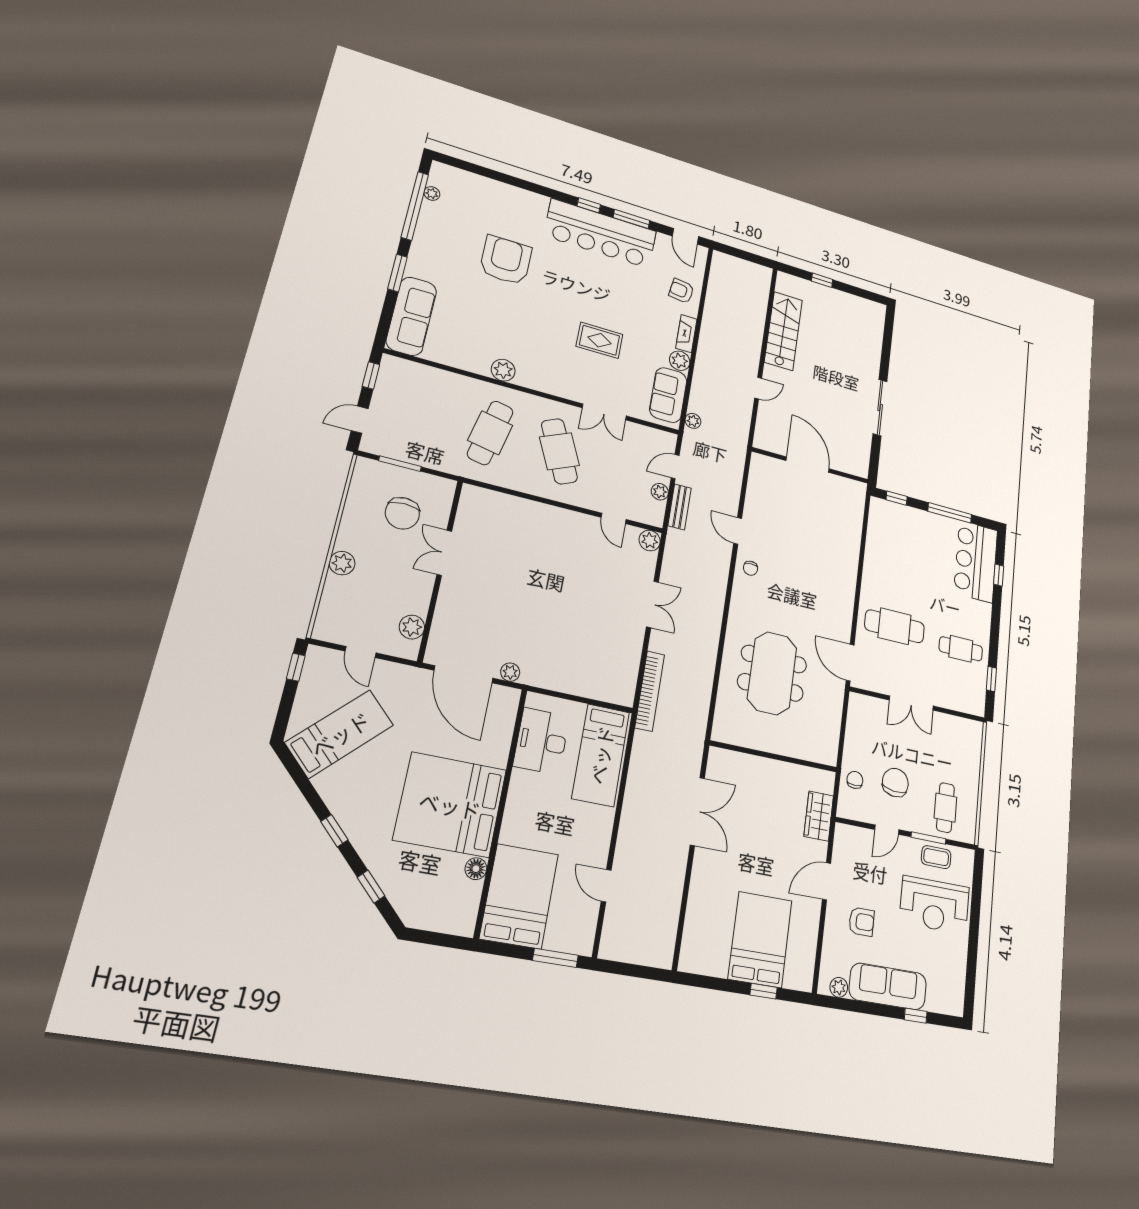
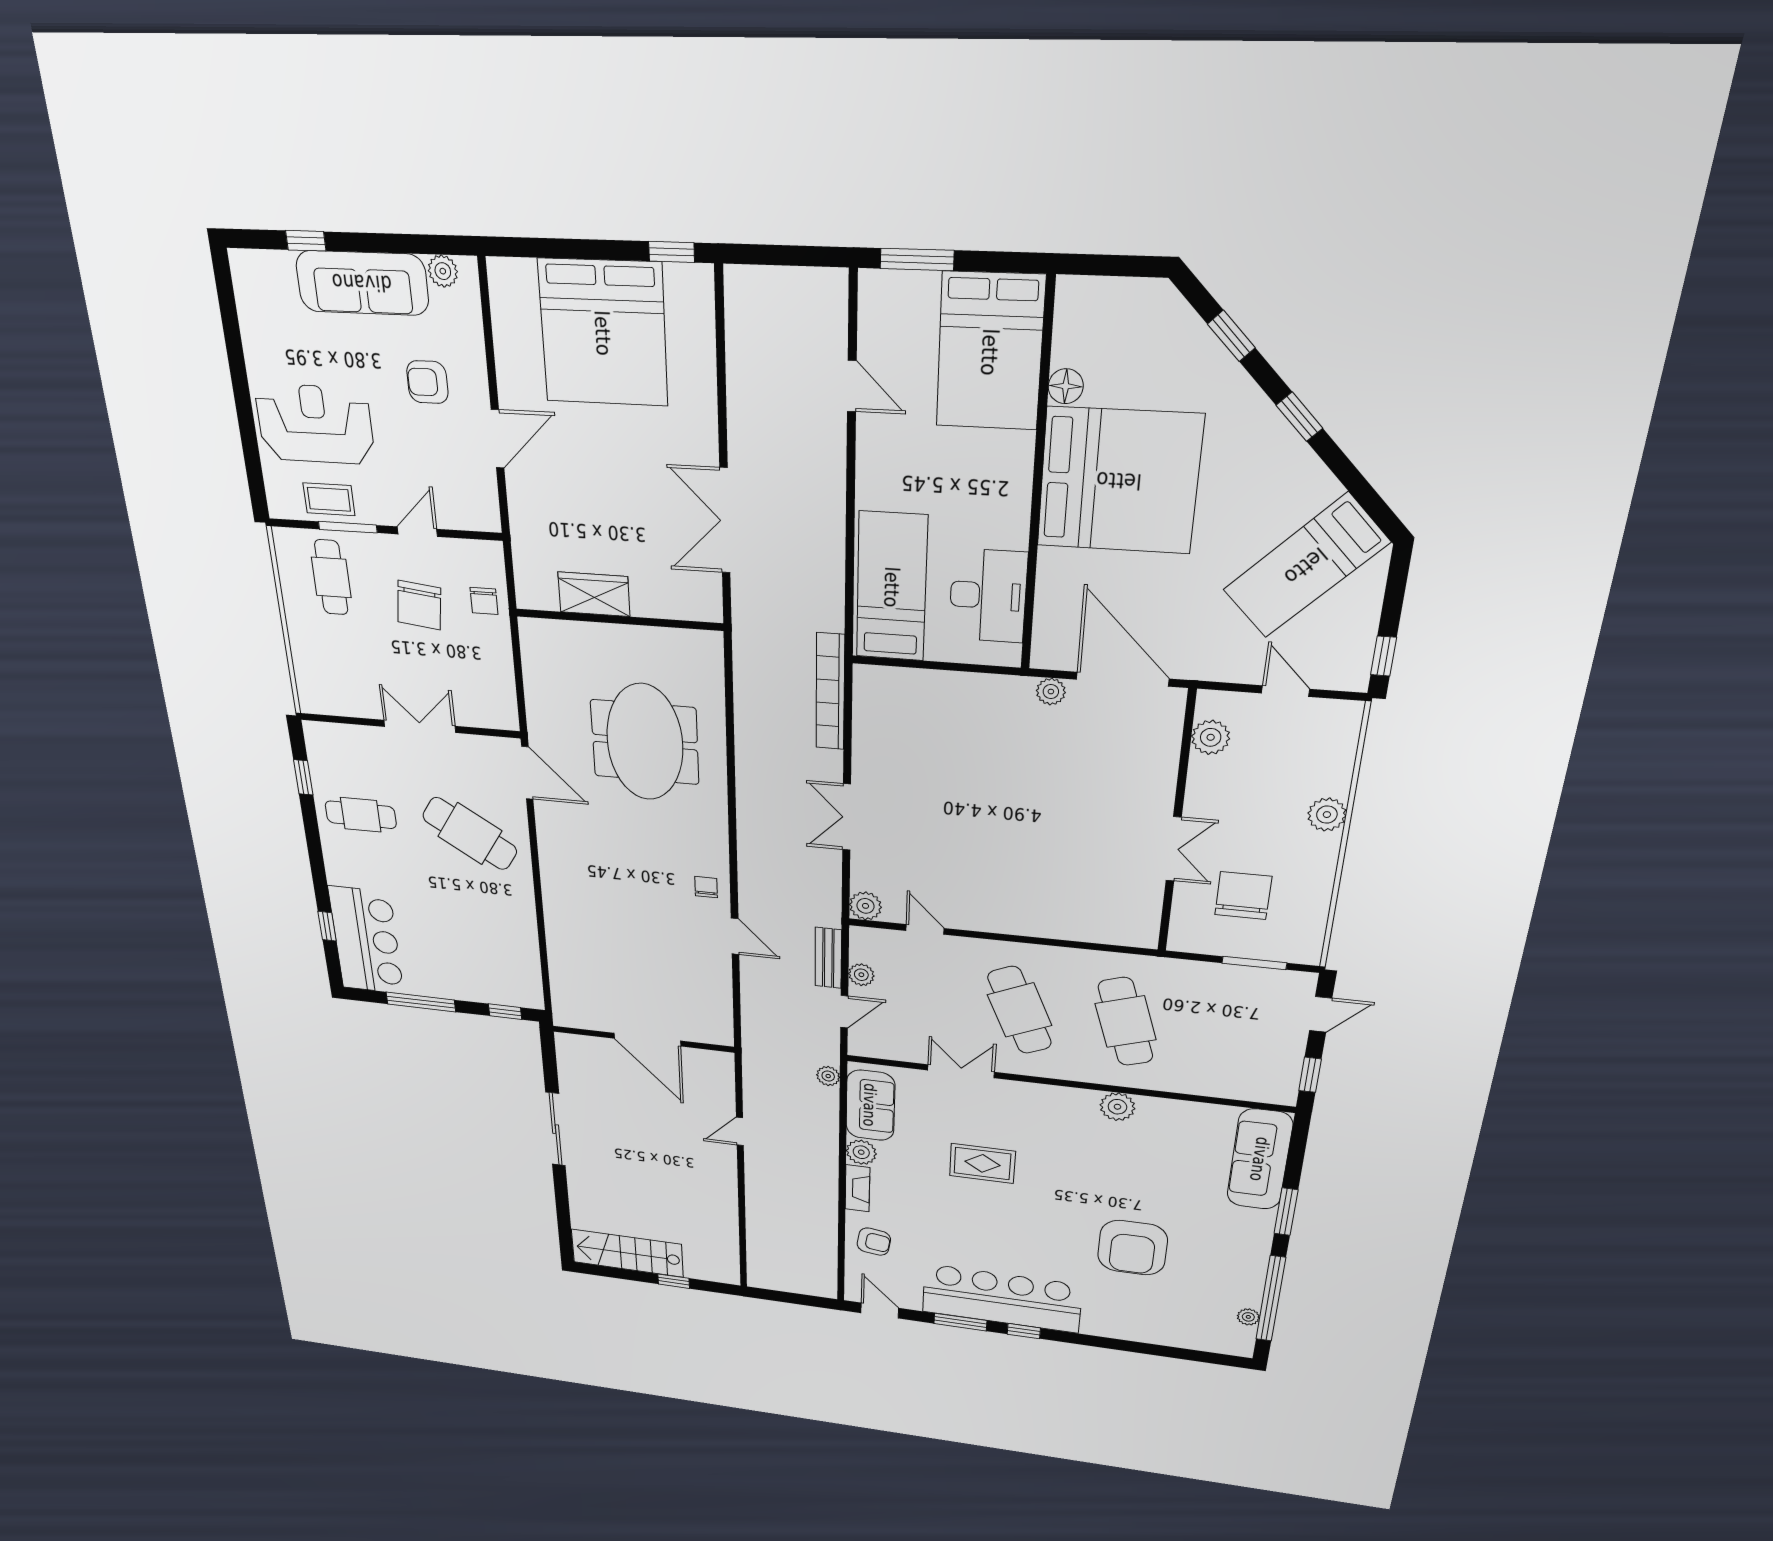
stairs: (783, 331) -> (627, 1253), moved, turned 90
cafe table: (490, 433) -> (1126, 1022), turned -30
cafe table: (895, 626) -> (470, 834), turned 32
wardrobe: (819, 816) -> (594, 594), moved, turned -90
bed: (760, 940) -> (603, 333), width x1.36
window: (763, 991) -> (672, 252), moved

